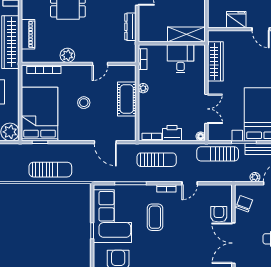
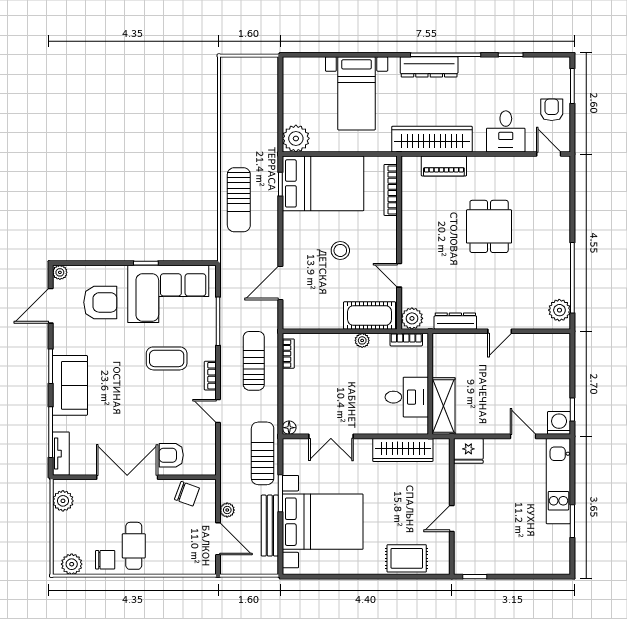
fridge: (236, 20) -> (468, 451), moved, turned 90
plant: (67, 55) -> (412, 318), moved
cot: (127, 99) -> (370, 315), moved
printer: (172, 133) -> (294, 384), removed
sun lounger: (157, 160) -> (254, 361), turned 180
armchair: (219, 214) -> (171, 455), turned 180

